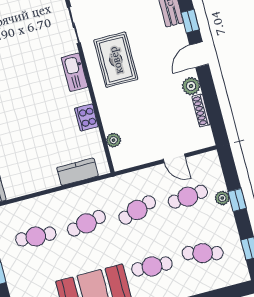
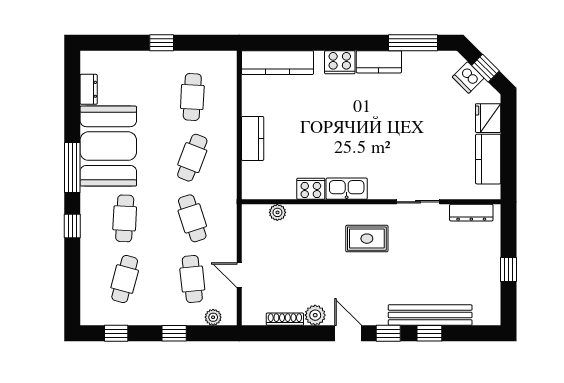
rug: (116, 60) -> (367, 239), width x0.73, depth x0.70
kitchen sink: (75, 72) -> (347, 189), moved
door: (174, 158) -> (239, 275), hinge flipped
kitchen counter: (78, 172) -> (253, 138), moved
plant: (222, 198) -> (213, 317), moved
cafe table: (86, 223) -> (192, 158), turned 33

